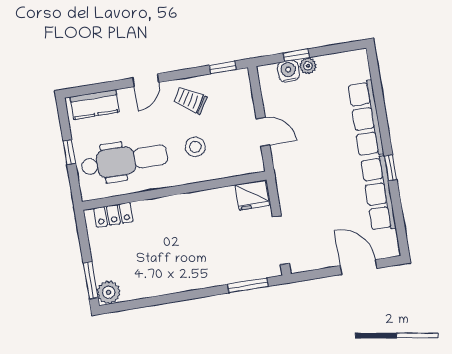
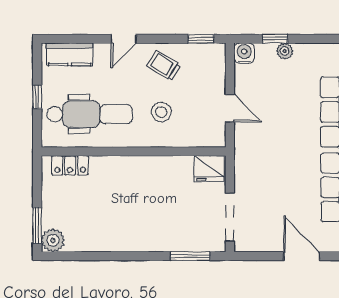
water cooler: (288, 71) -> (244, 53), moved

